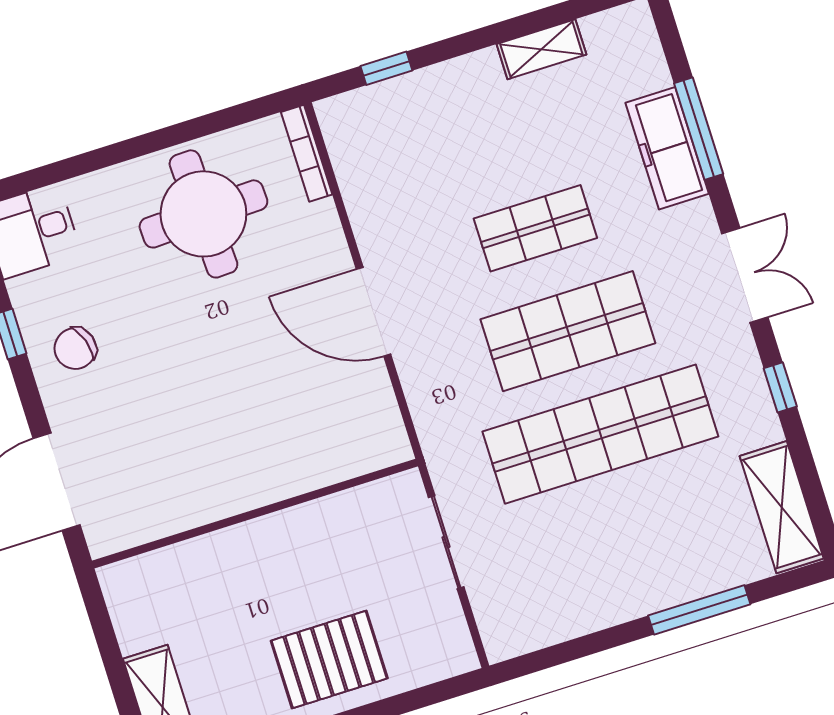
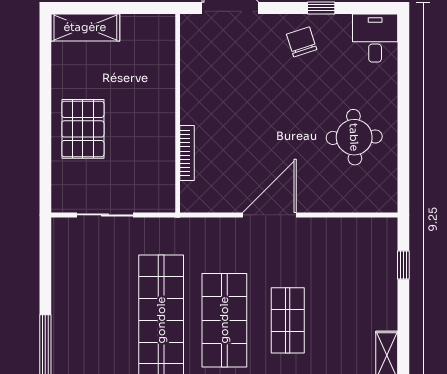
bookcase: (307, 153) -> (187, 153), moved, turned 90
round table: (203, 214) -> (354, 137), width x0.73, depth x0.73
sliding door: (446, 542) -> (105, 215), moved

